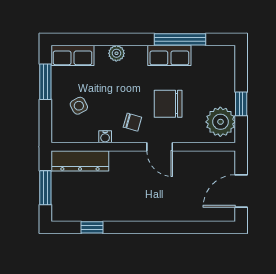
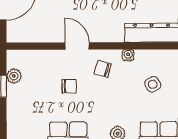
chair: (168, 104) -> (69, 86), width x0.54, depth x0.54
plant: (220, 122) -> (14, 76), width x0.53, depth x0.53

